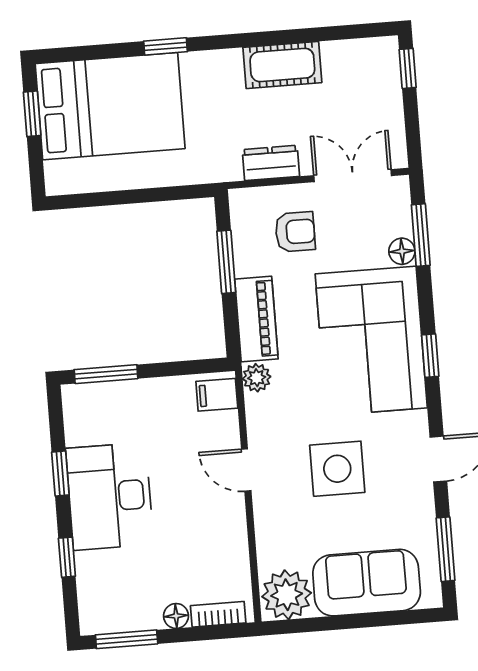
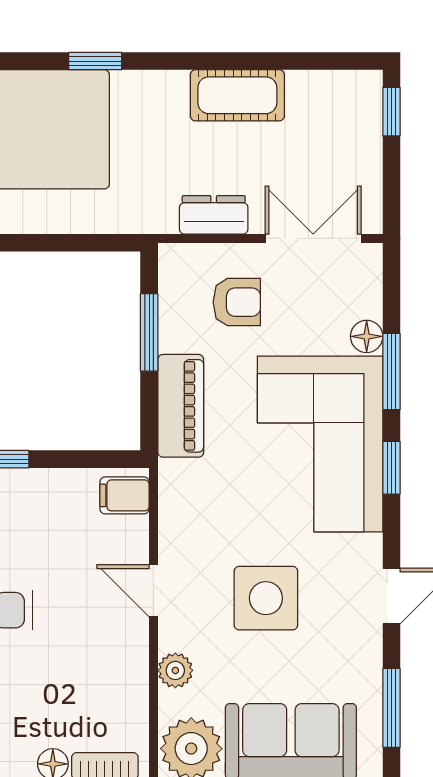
window: (421, 235) -> (391, 372), moved
plant: (257, 378) -> (175, 670), moved

